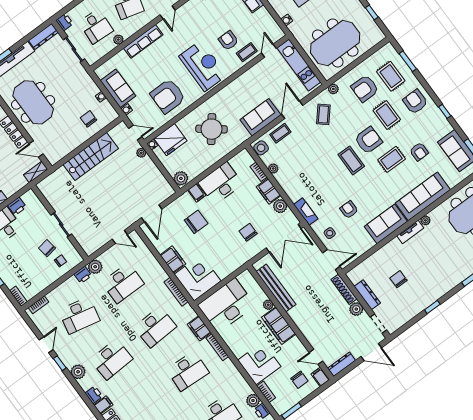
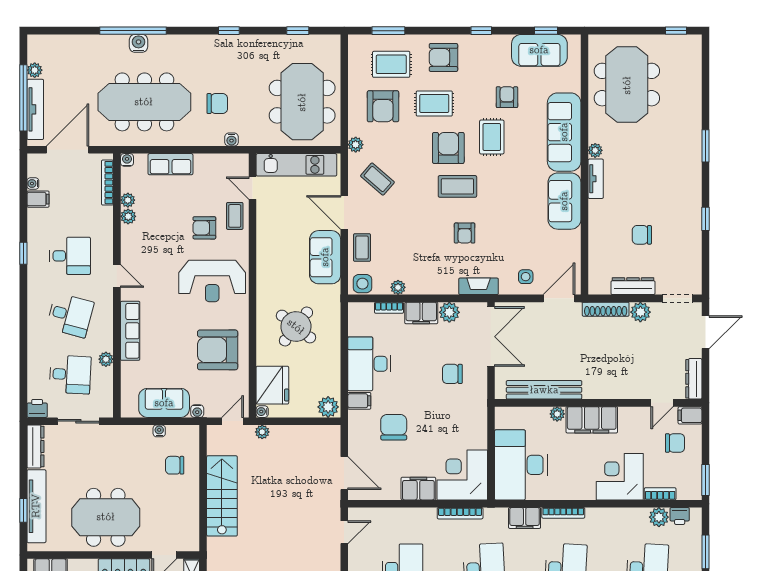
reception desk: (203, 66) -> (212, 281), turned 180
armchair: (168, 96) -> (218, 350), turned 90
armchair: (419, 152) -> (507, 97), turned -90
armchair: (349, 210) -> (465, 233), moved, turned -90

